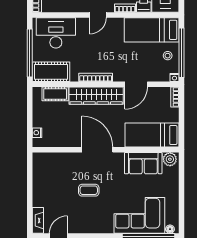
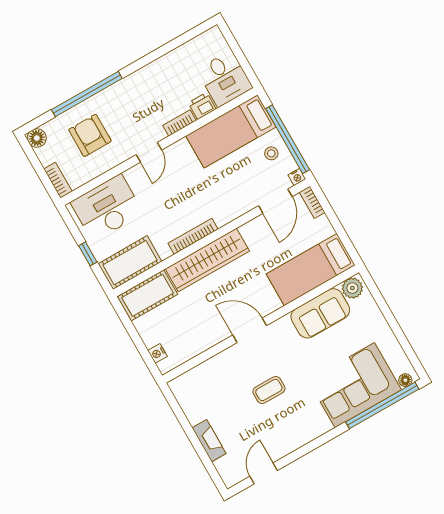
window: (30, 53) -> (88, 254), width x0.32
door: (136, 84) -> (275, 201), moved
cot: (55, 94) -> (148, 295), width x1.37, depth x1.34
door: (97, 150) -> (250, 330), width x0.73
fireplace: (38, 220) -> (209, 441), moved

